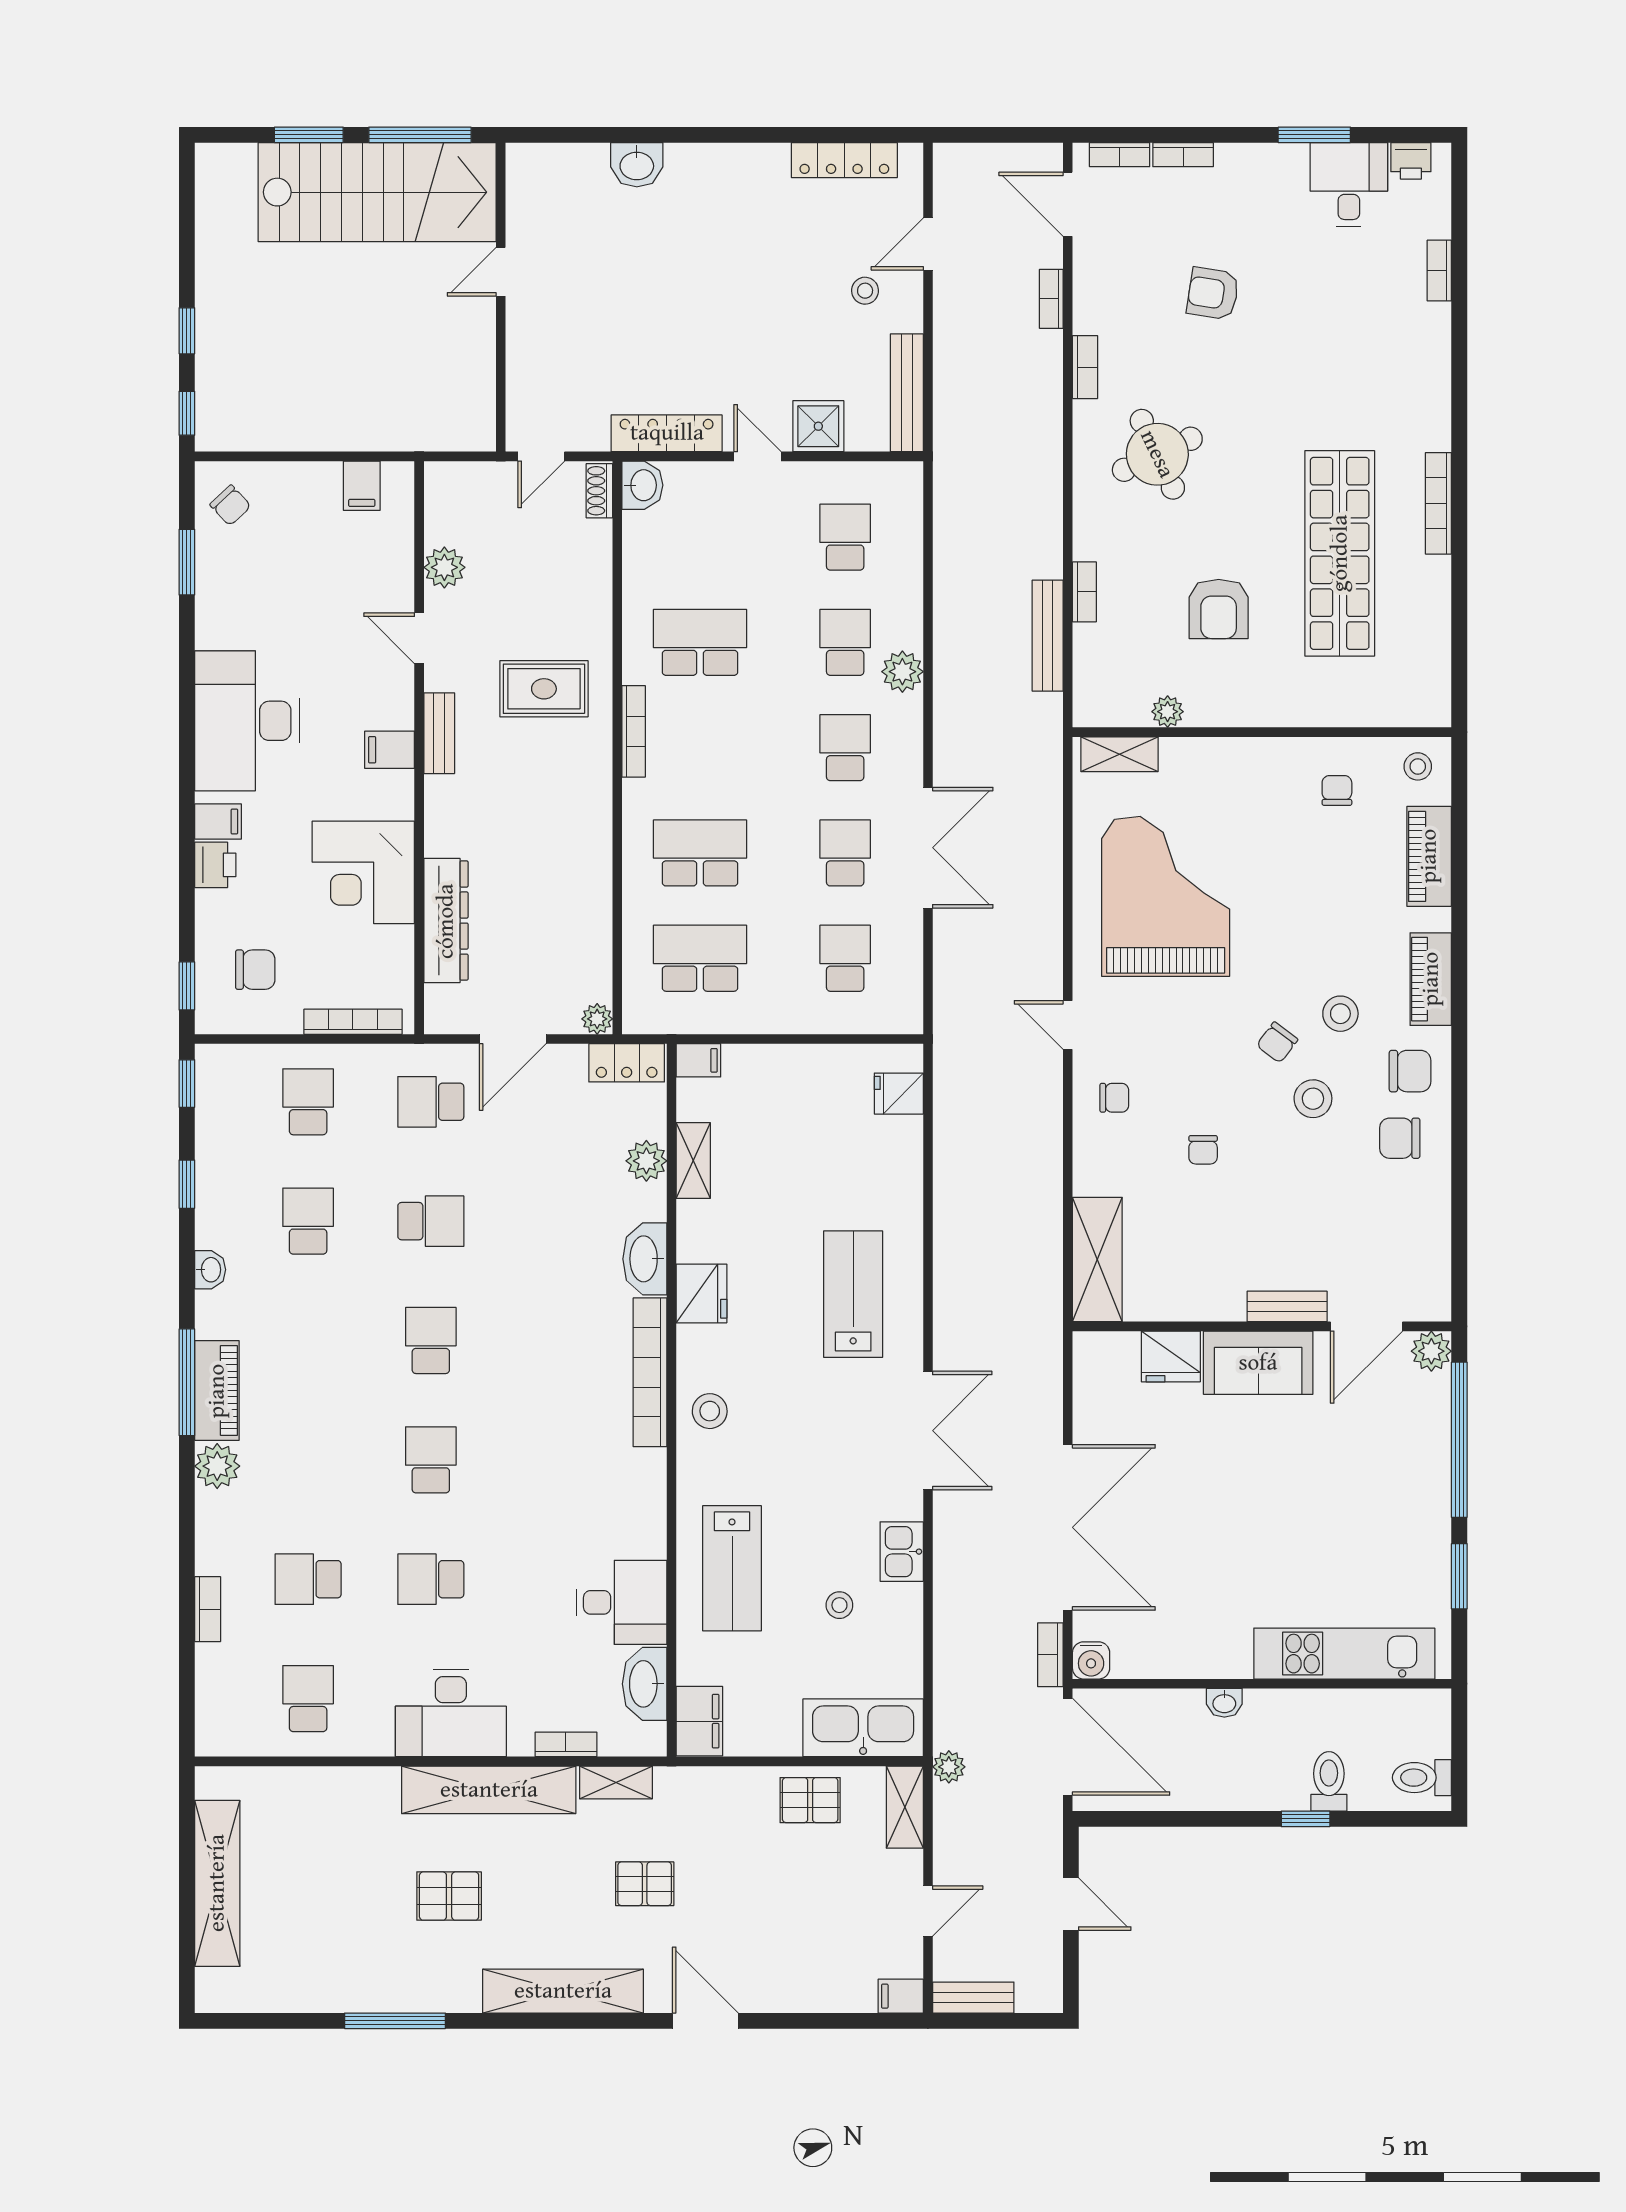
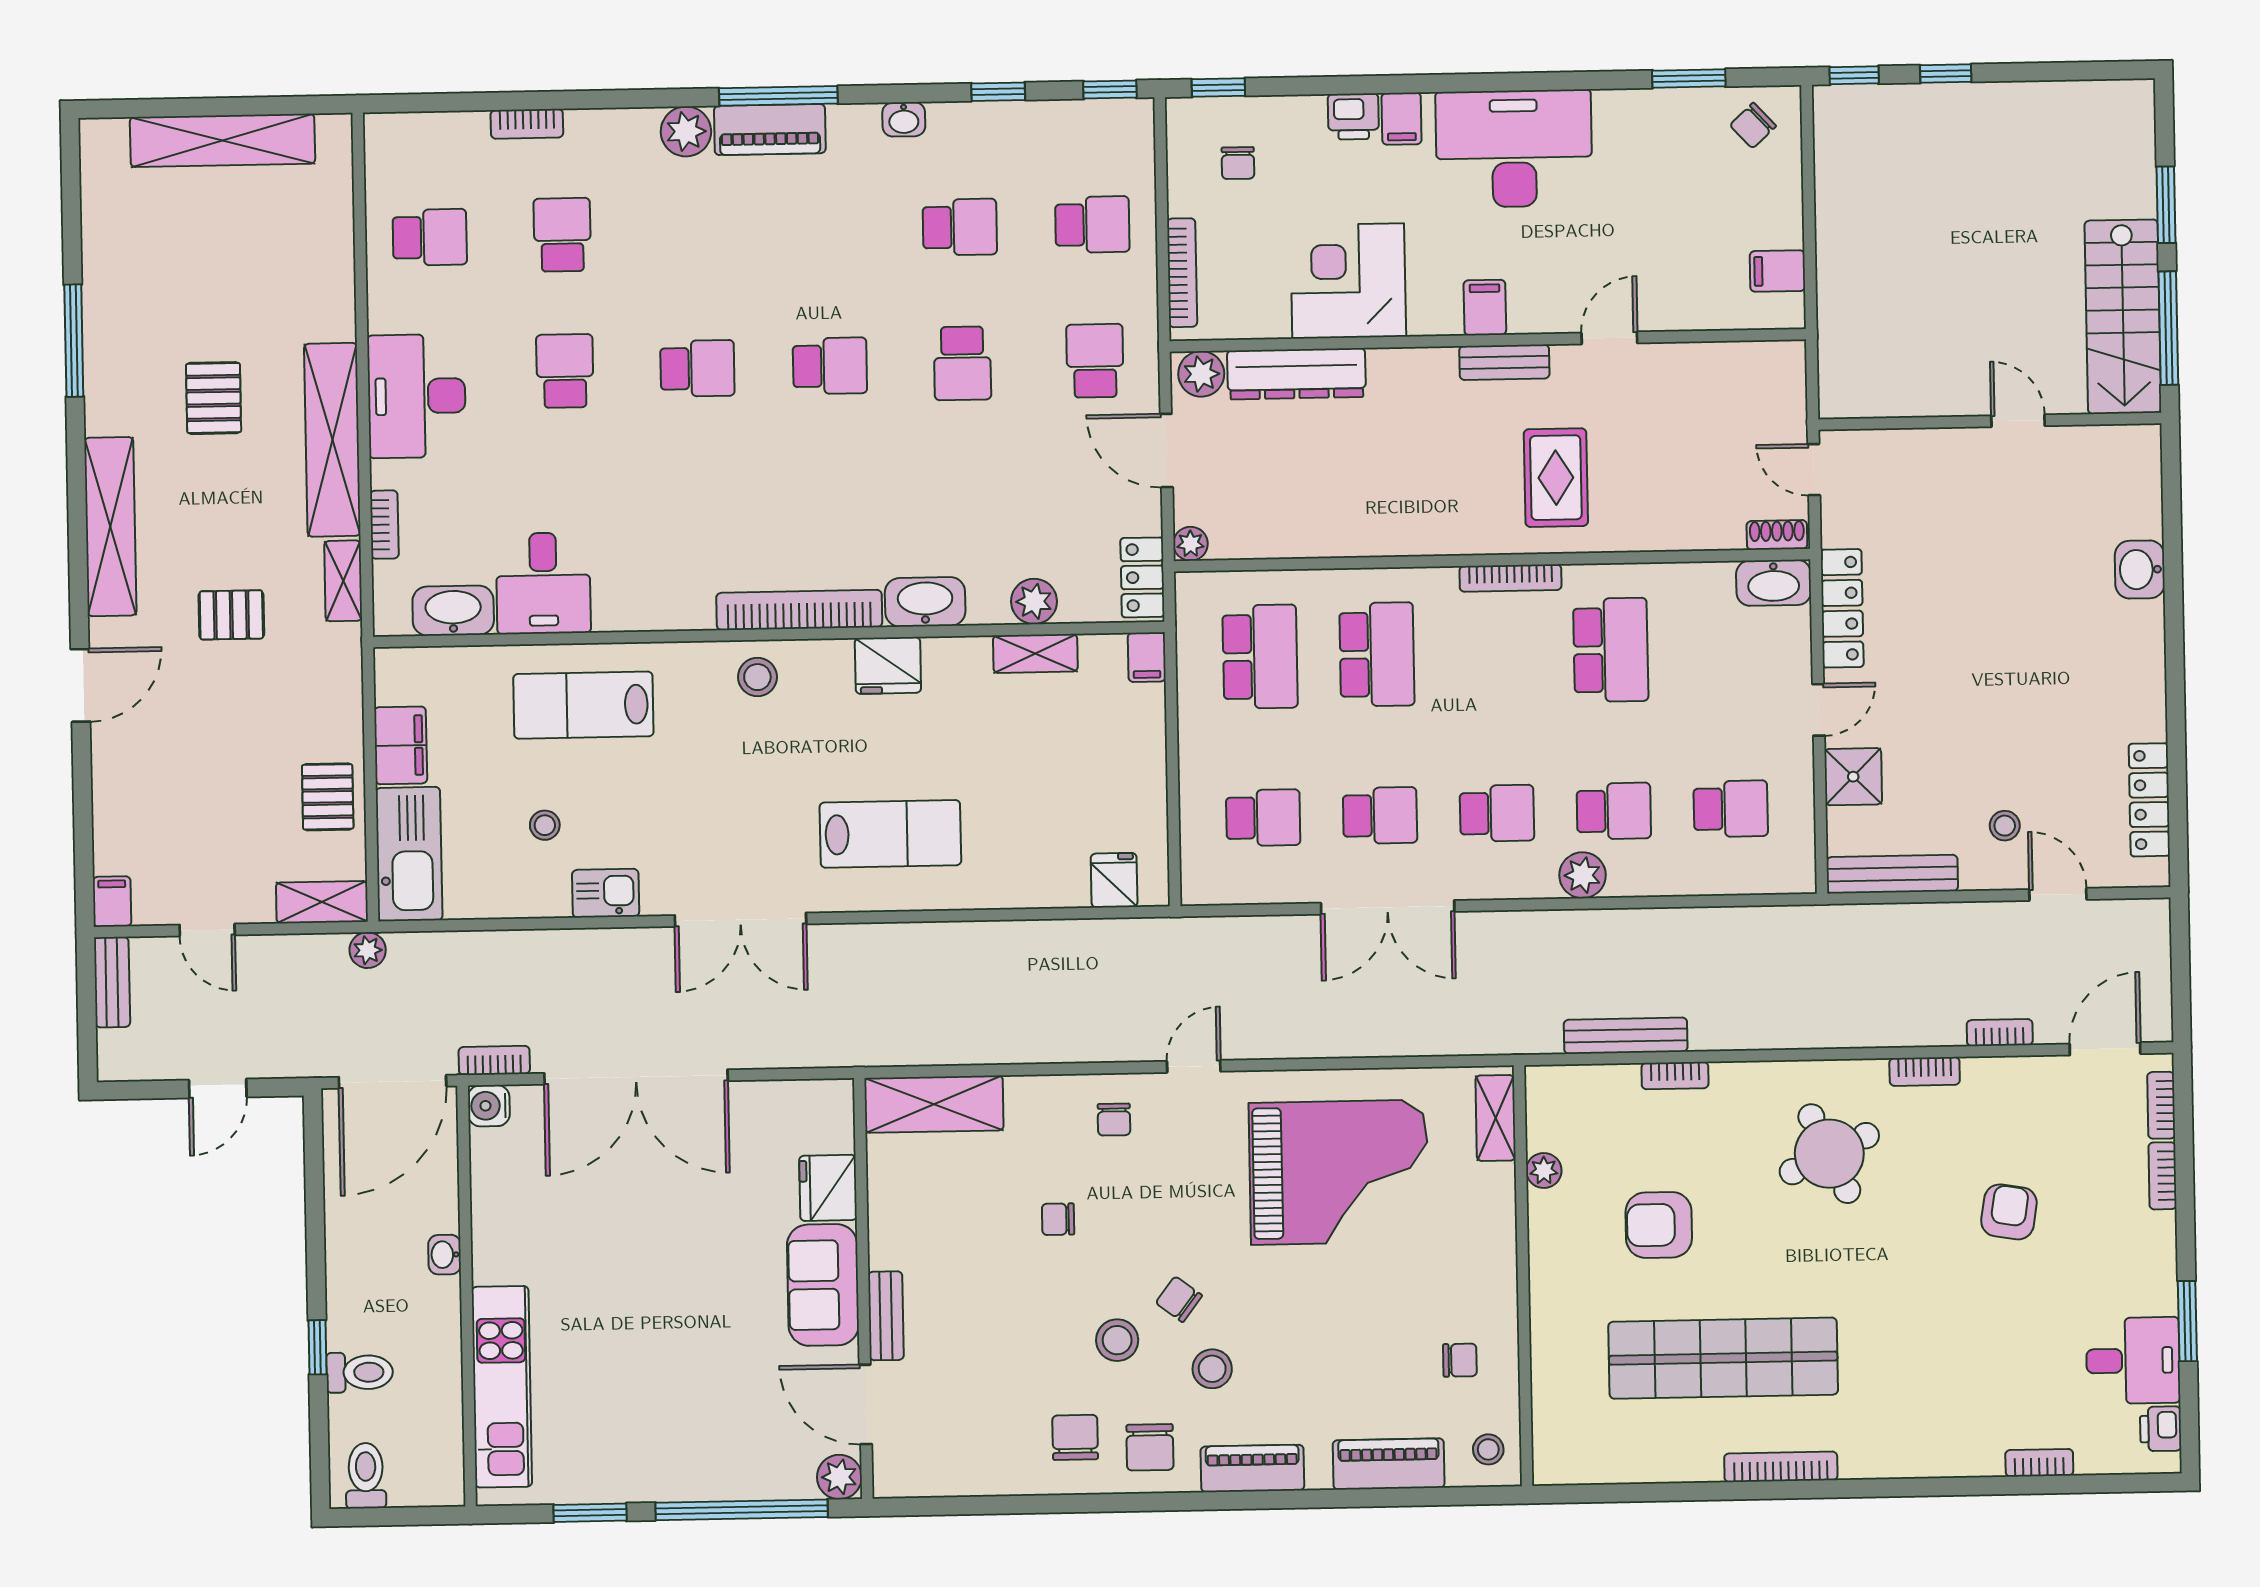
stairs: (377, 192) -> (2123, 317), width x0.73, depth x0.66
washbasin: (642, 485) -> (1774, 583), width x1.38
plant: (444, 567) -> (1201, 374), moved
chair: (255, 970) -> (1238, 163), width x0.73, depth x0.73
filing cabinet: (699, 1721) -> (401, 745), moved, turned -90
pallet: (645, 1884) -> (231, 615), turned 90

